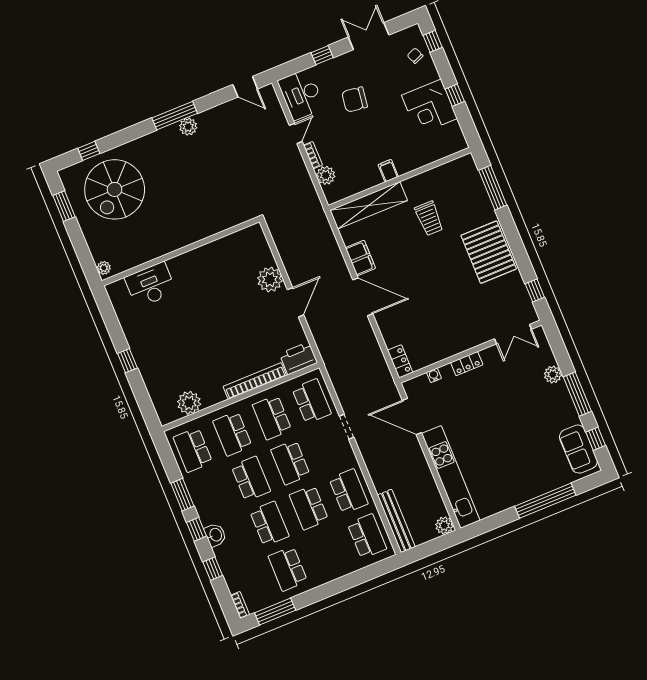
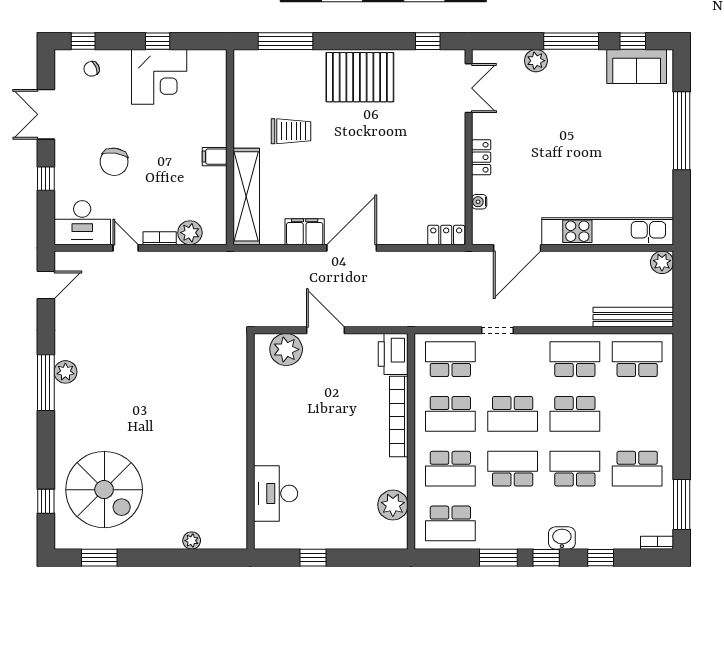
wall: (181, 251) -> (251, 441), moved
desk: (150, 285) -> (276, 493), moved

